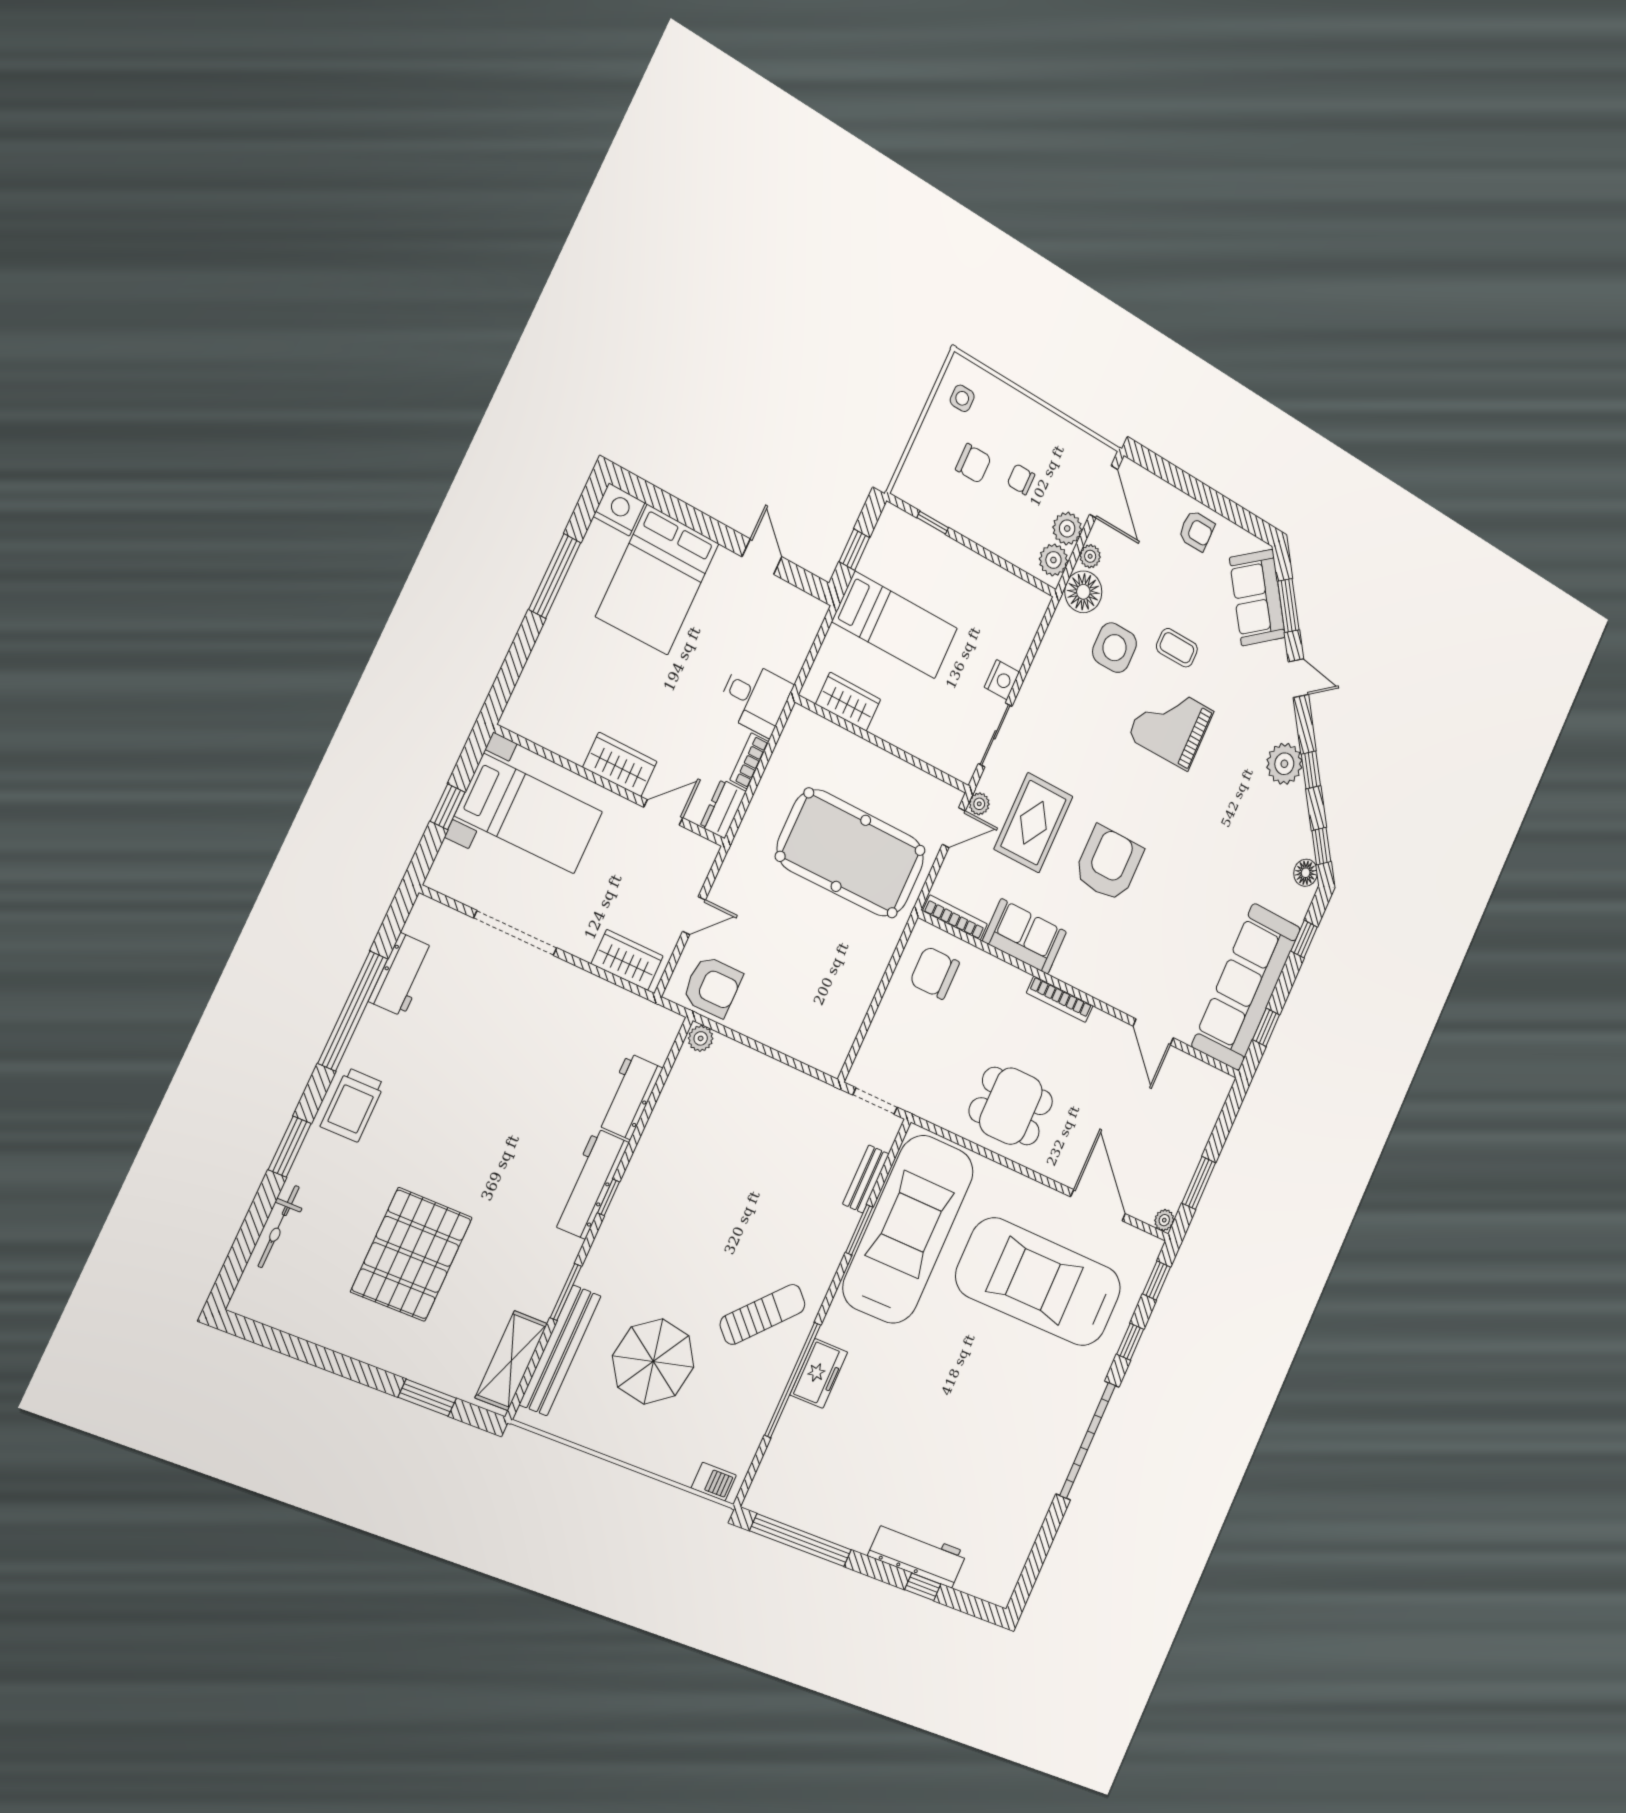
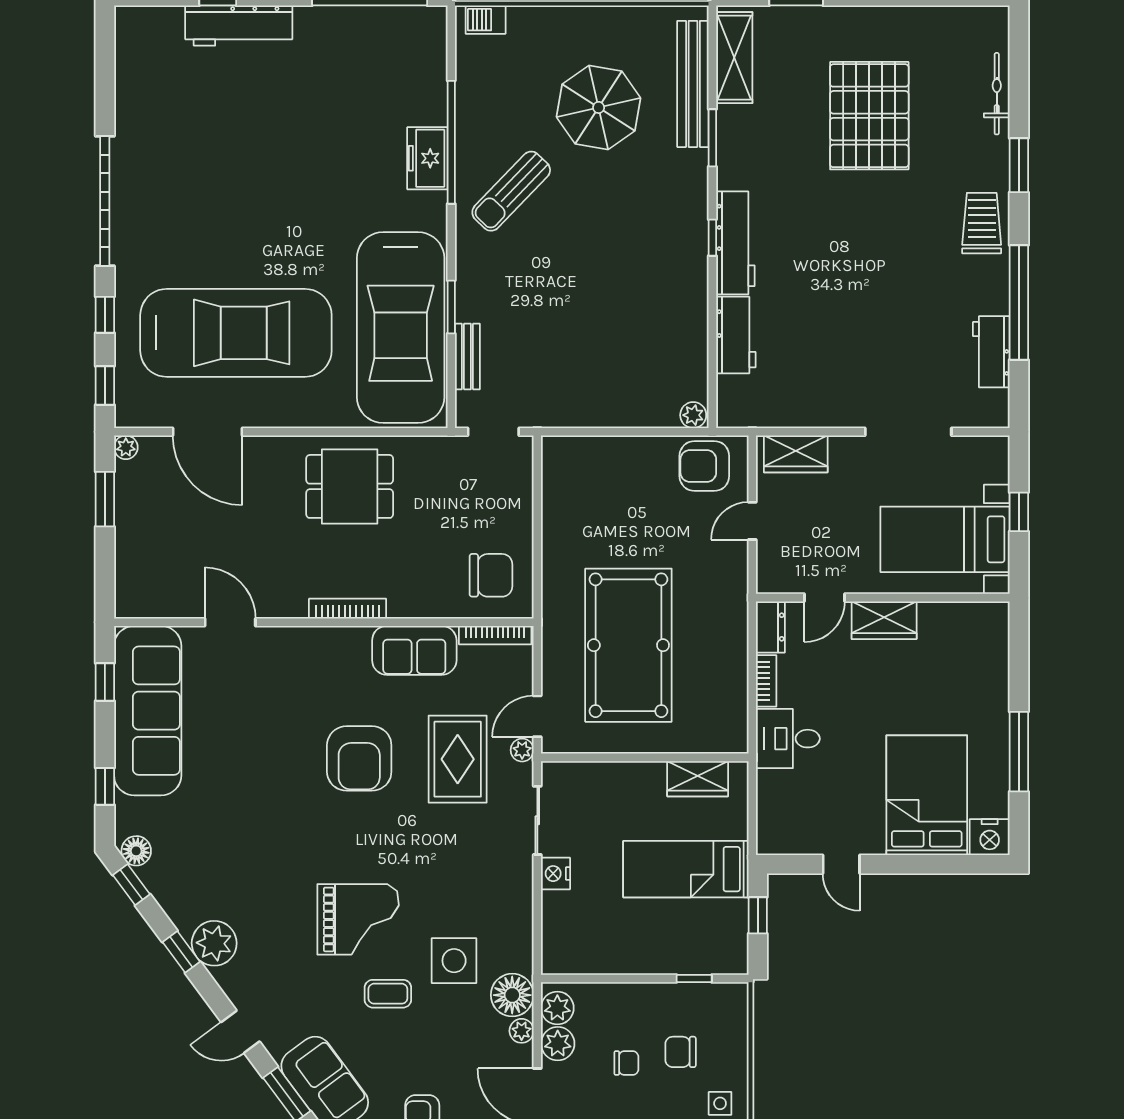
pool table: (851, 853) -> (628, 645), turned 90

